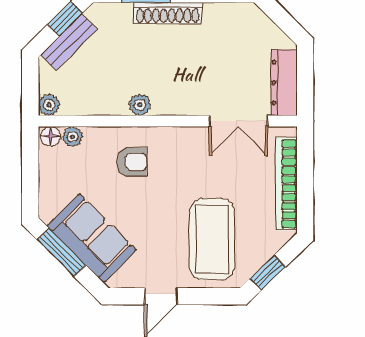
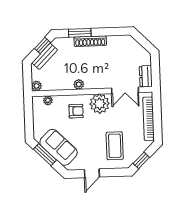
dresser: (284, 83) -> (146, 76), width x0.70
floor lamp: (50, 136) -> (38, 101), removed
plant: (183, 148) -> (100, 104), added
coffee table: (212, 239) -> (115, 146), width x0.73, depth x0.76

